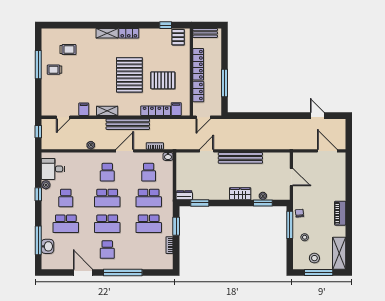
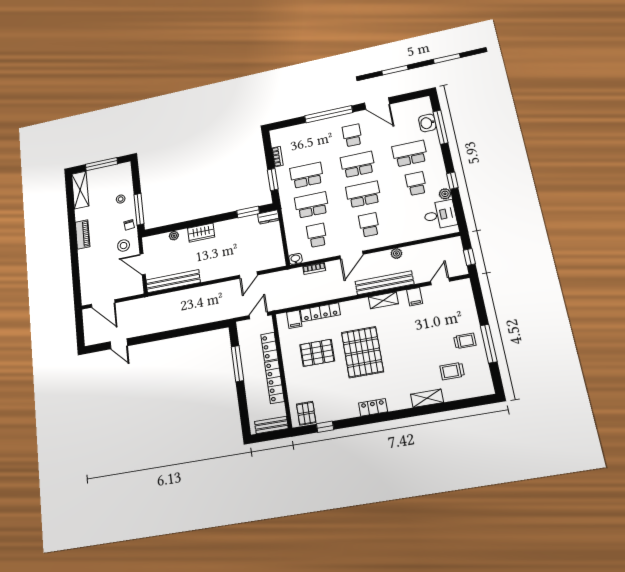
shelving: (107, 33) -> (427, 398), moved
bench: (128, 124) -> (384, 283), moved
bench: (240, 158) -> (173, 281), moved
window: (263, 203) -> (173, 227), removed
stool: (314, 258) -> (124, 246), moved

